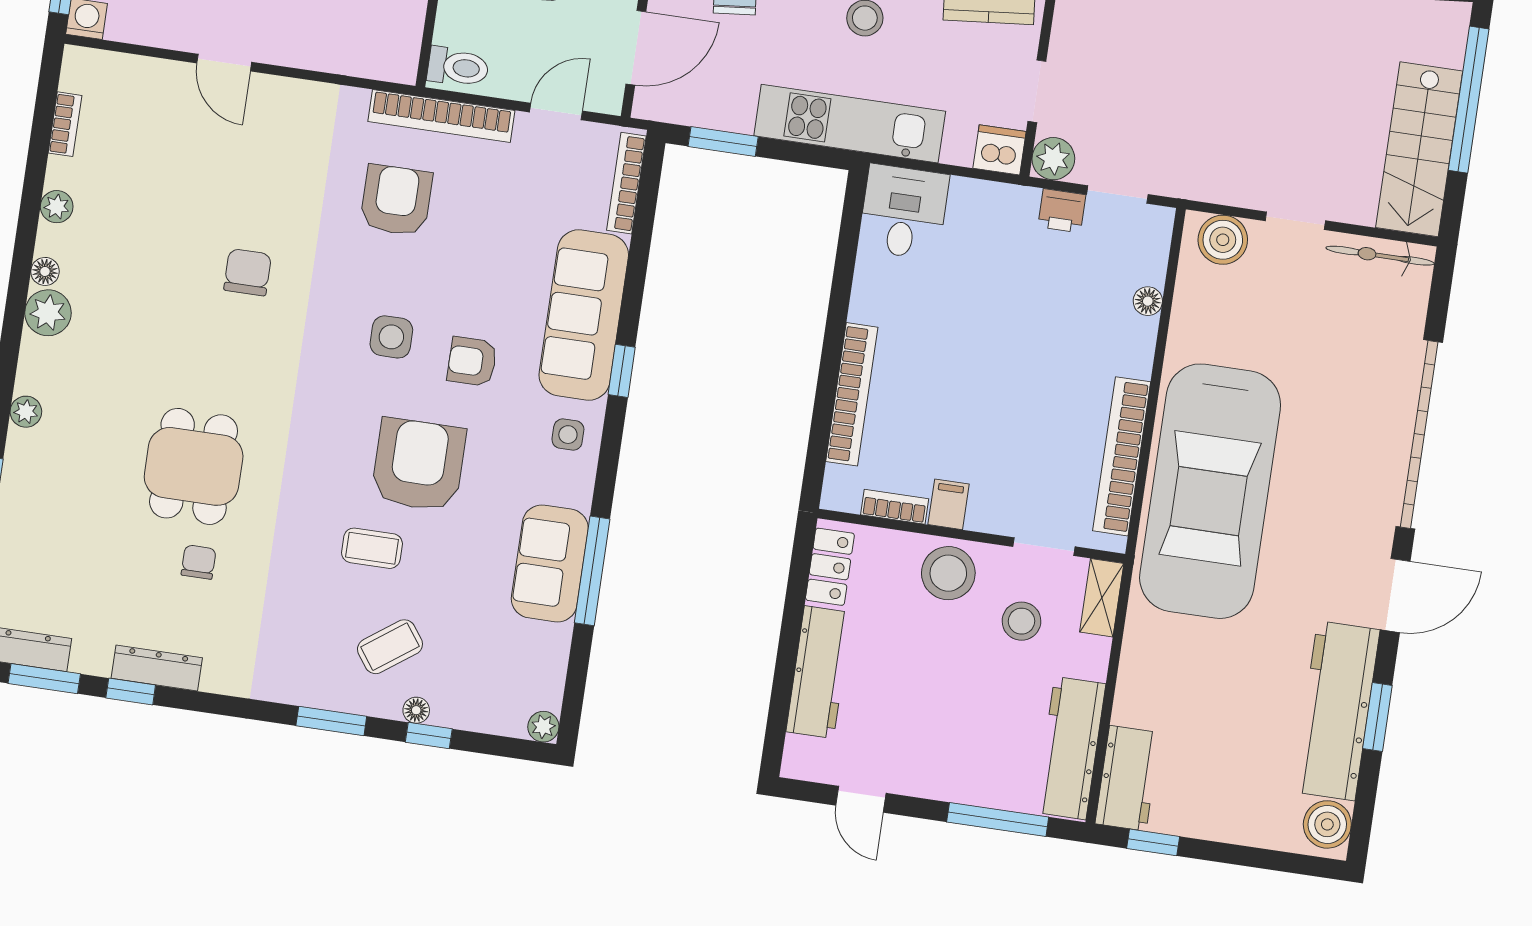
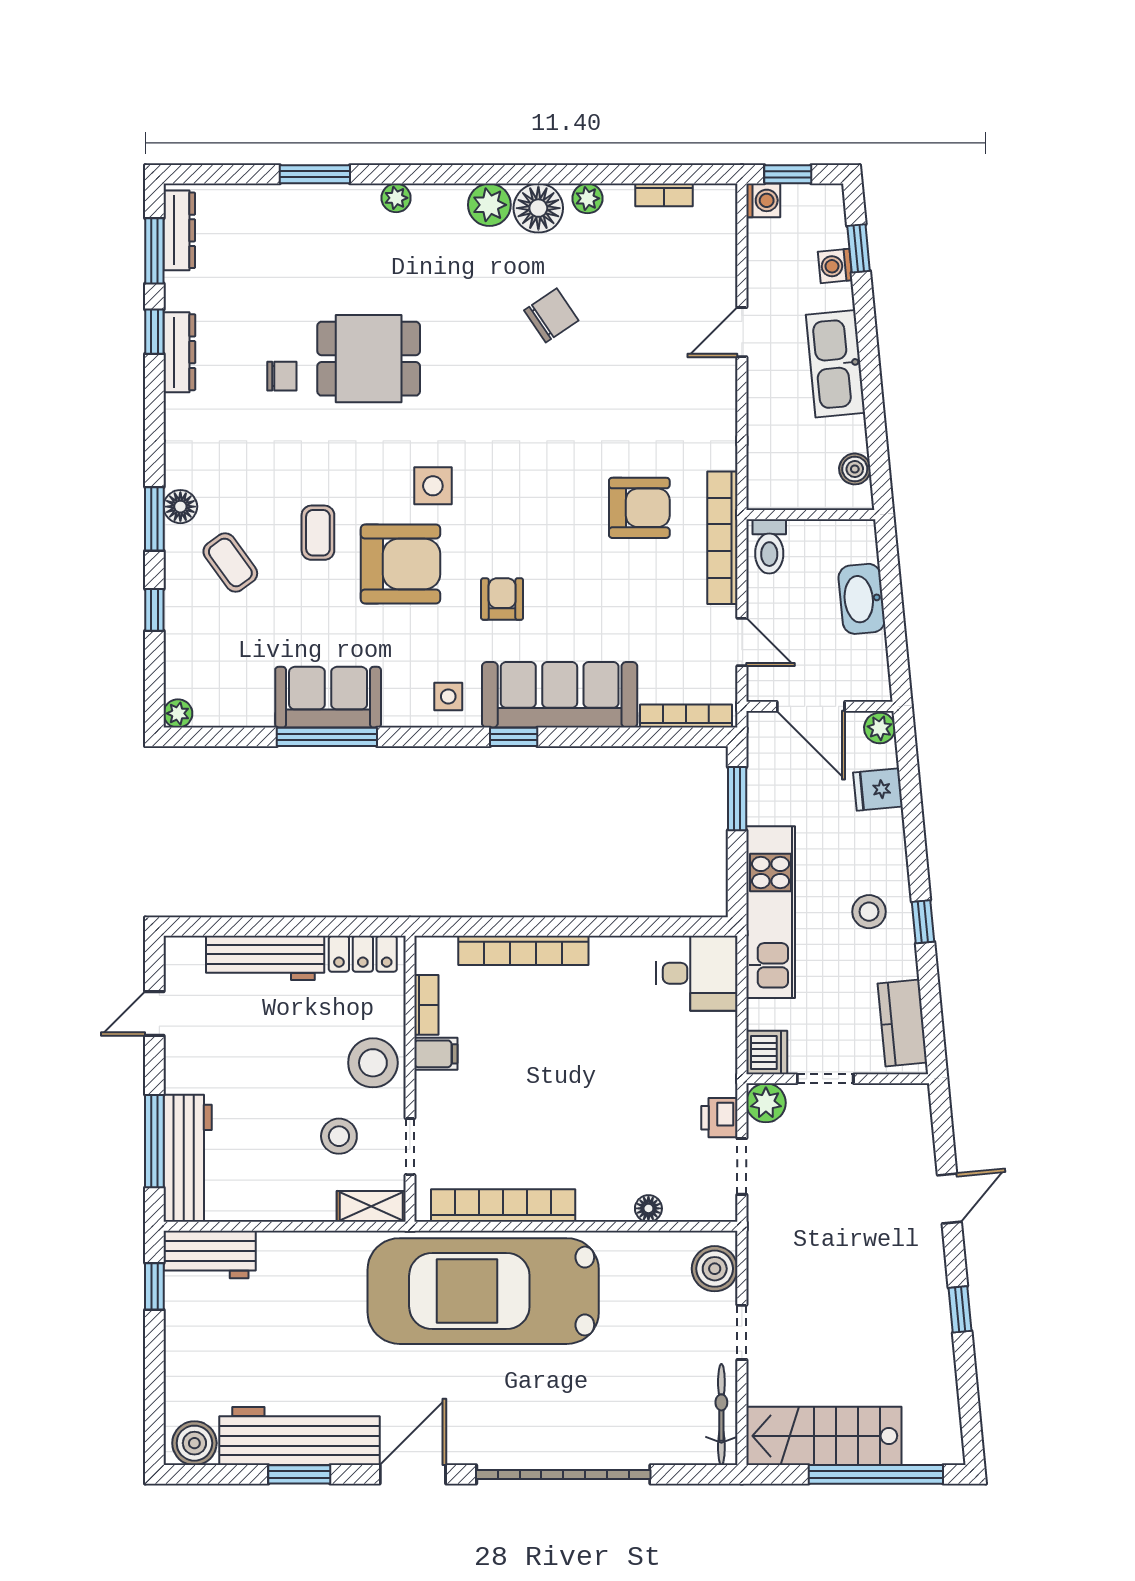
floor lamp: (45, 271) -> (538, 208), width x1.89, depth x1.89
chair: (248, 272) -> (551, 315), moved, turned -34
side table: (391, 337) -> (433, 486), moved
door: (1395, 596) -> (413, 1474), swing flipped
floor lamp: (416, 710) -> (180, 507), moved, width x1.37, depth x1.37
workbench: (1070, 748) -> (188, 1158), moved, turned 90

